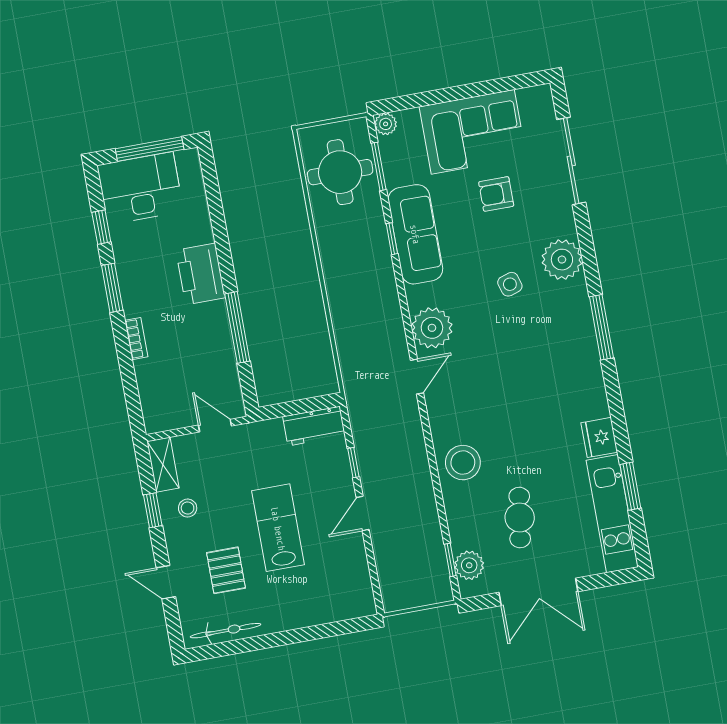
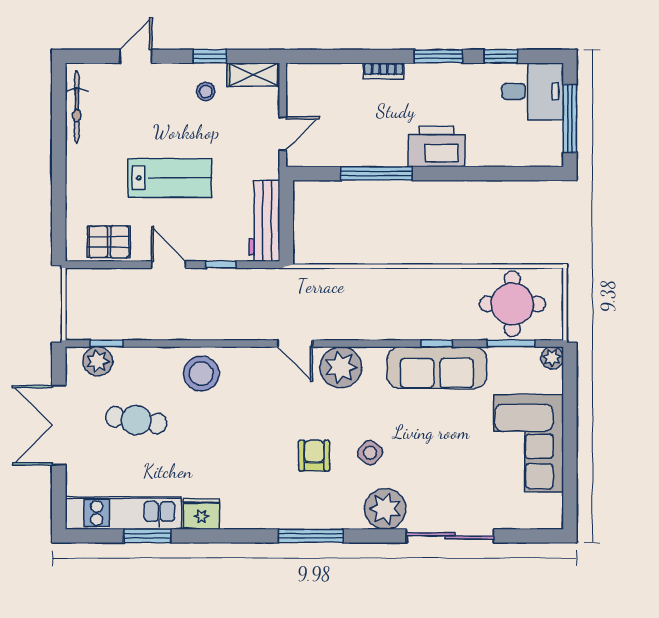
sliding door: (571, 161) -> (450, 536), moved
desk: (140, 188) -> (533, 91), width x0.73
armchair: (496, 194) -> (314, 456), moved
side table: (510, 284) -> (370, 453), turned -35
workbench: (314, 426) -> (264, 221), width x1.38
pallet: (226, 570) -> (109, 242), moved

